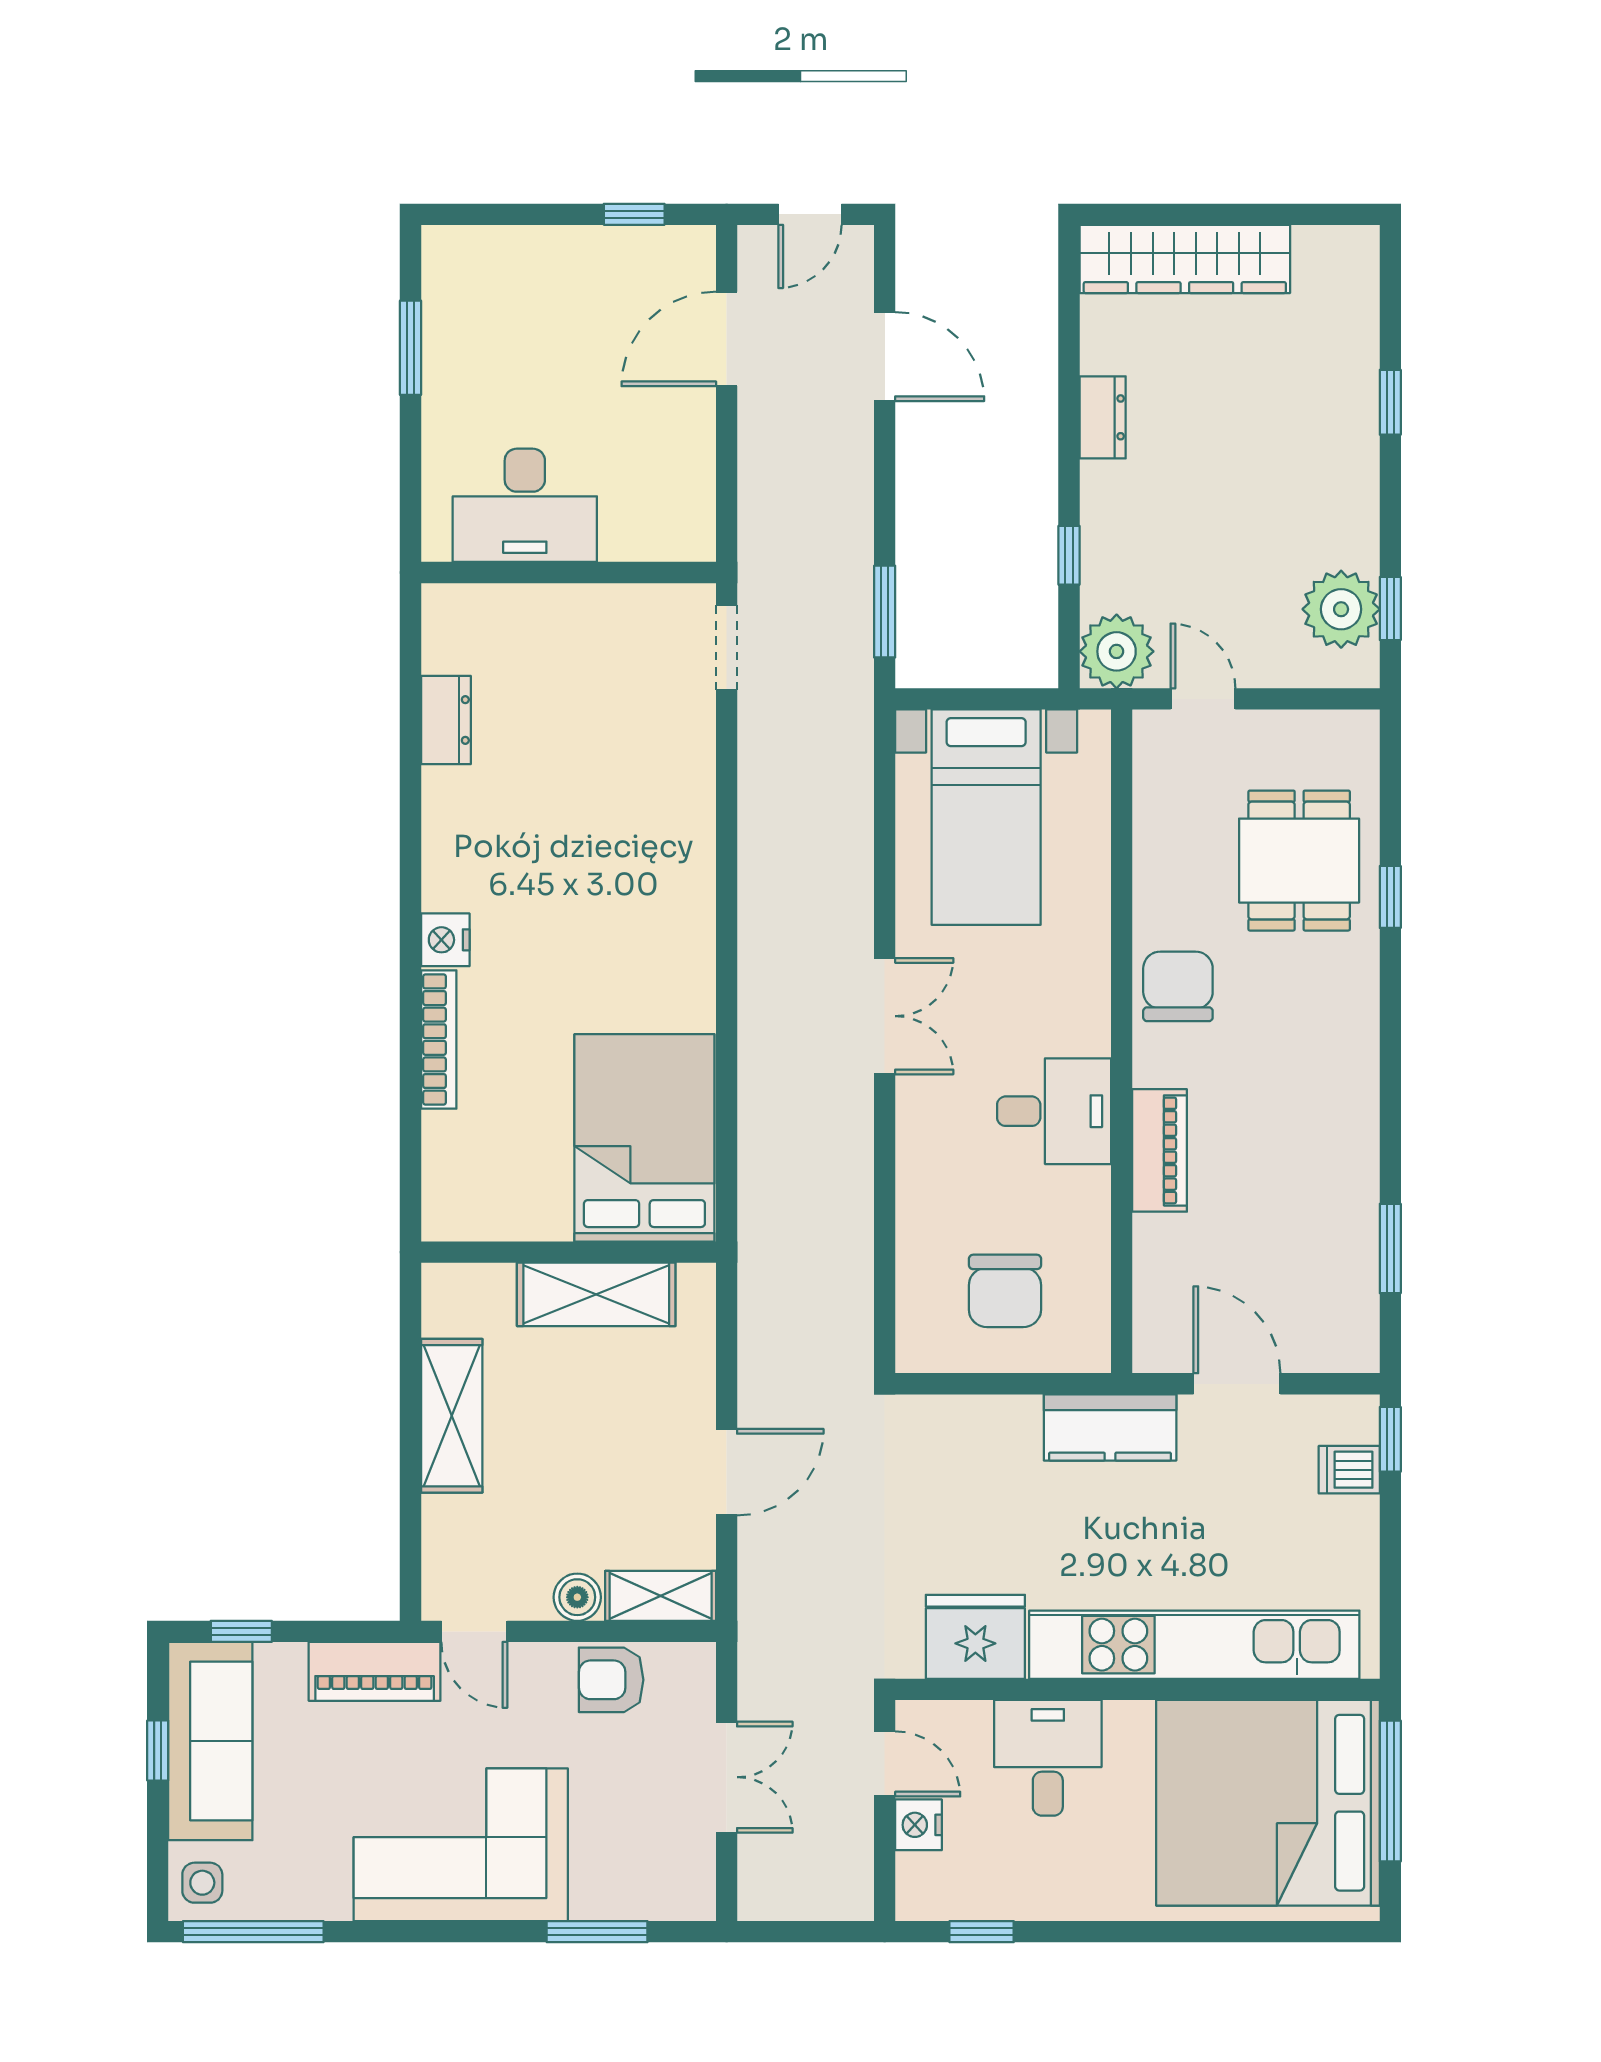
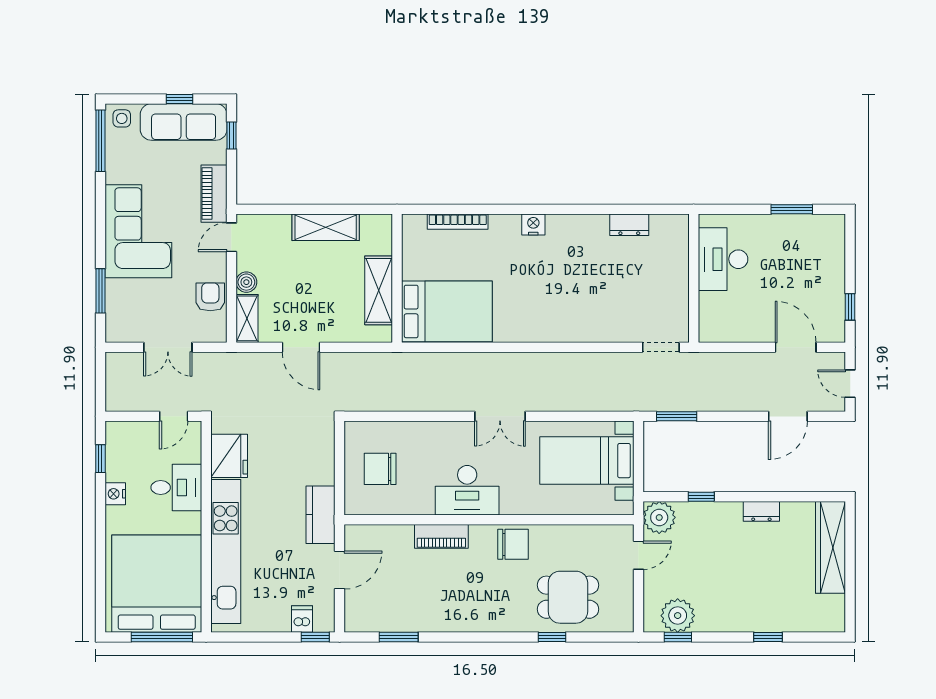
bookcase: (439, 1040) -> (458, 222), moved
desk: (1054, 1111) -> (467, 490), width x1.37
nightstand: (919, 1825) -> (115, 494), moved, turned -90

